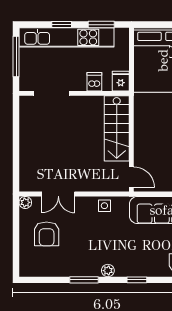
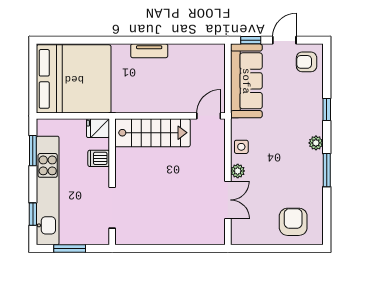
window: (62, 25) -> (33, 214), moved
window: (16, 56) -> (70, 249), width x0.69
plant: (25, 202) -> (238, 171), moved
armchair: (47, 234) -> (293, 222), moved, turned -90

